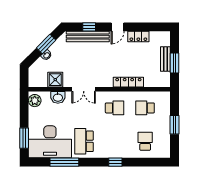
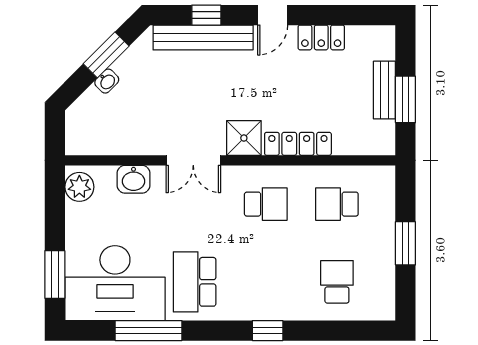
shower: (55, 80) -> (244, 138), moved

